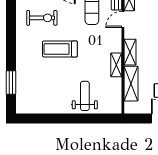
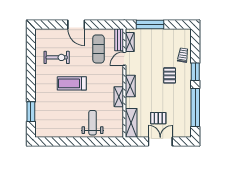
shelving: (131, 84) -> (131, 123), moved

